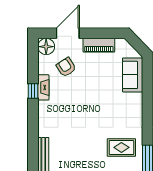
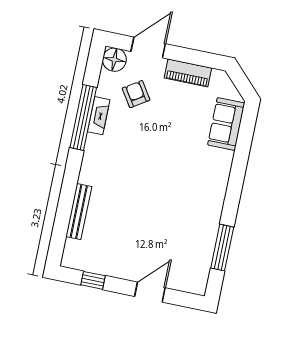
window: (33, 91) -> (83, 117), width x3.17
rug: (121, 147) -> (190, 222), removed

